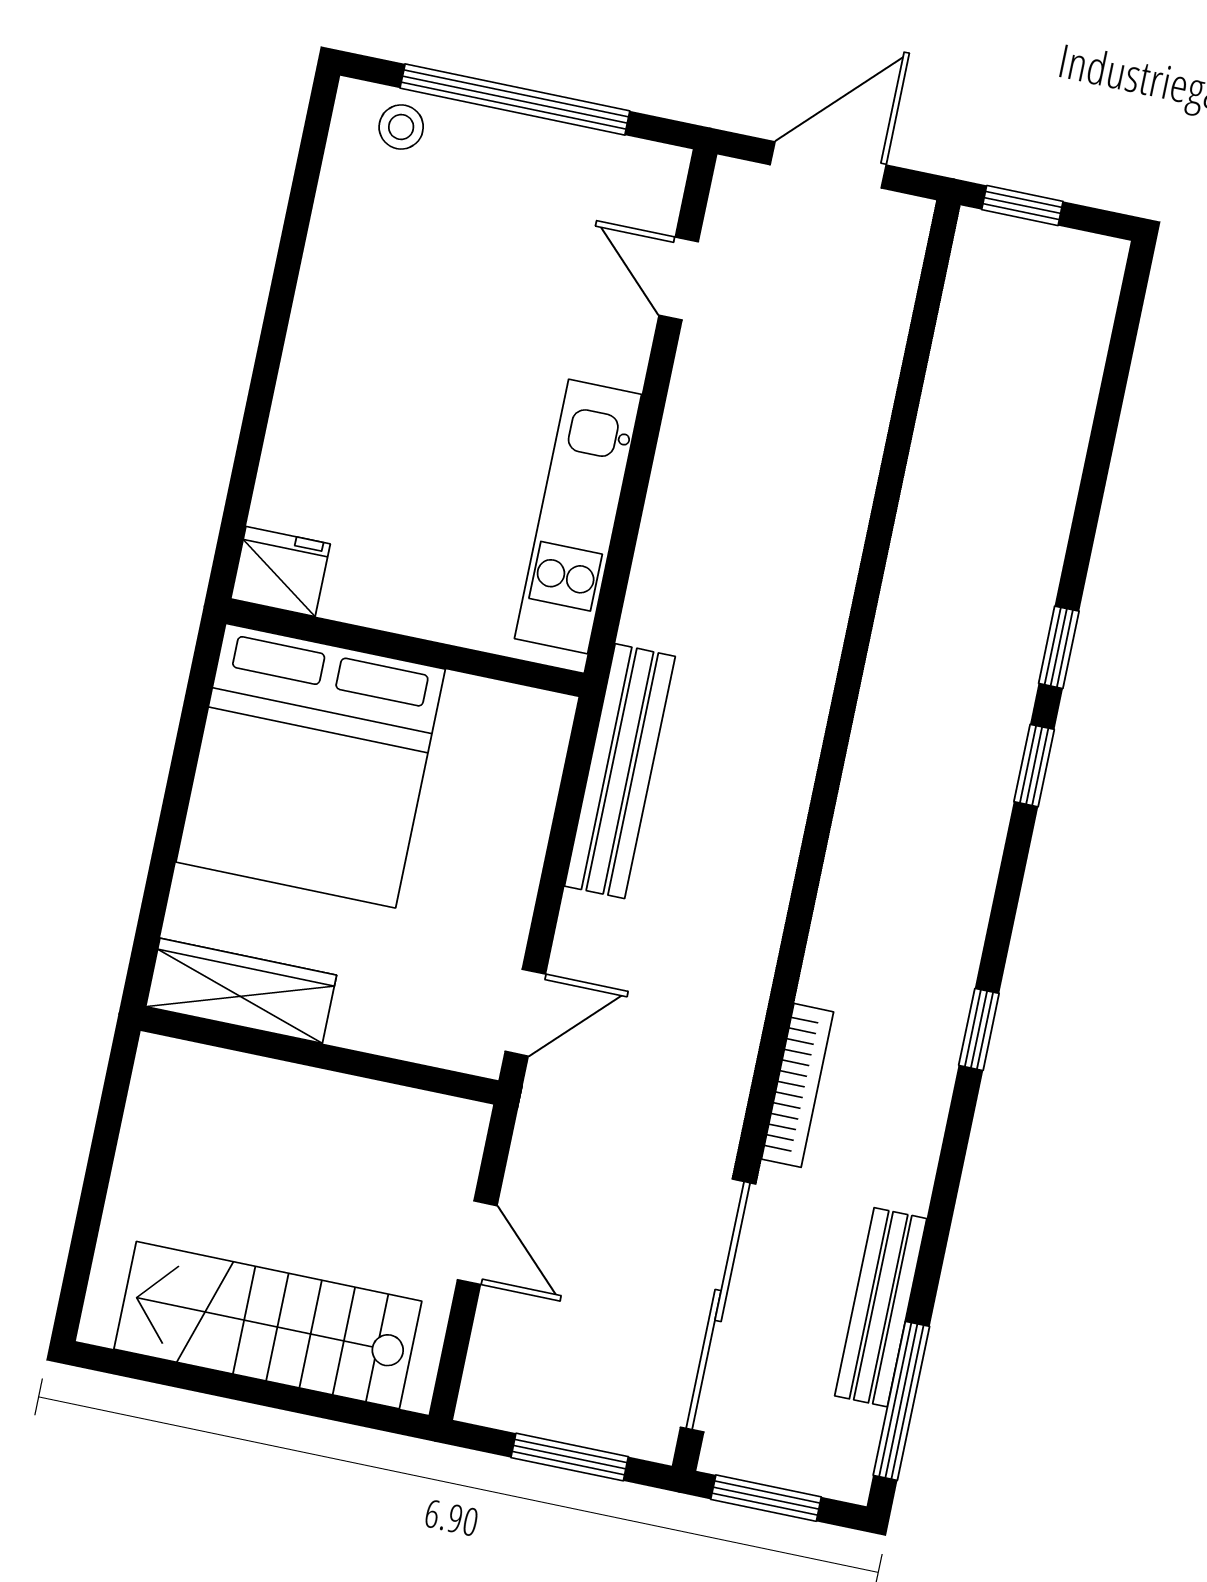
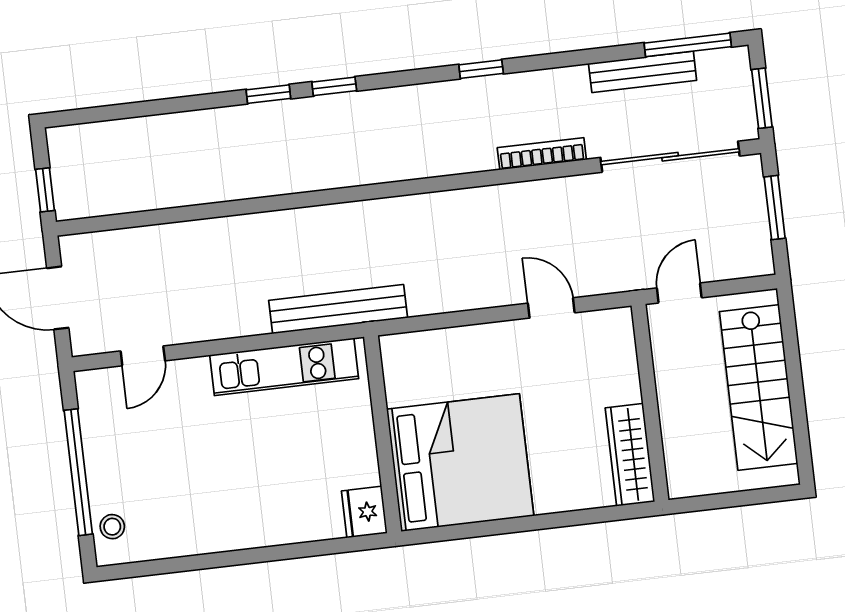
bench: (620, 771) -> (338, 309), moved
wardrobe: (241, 991) -> (630, 455), moved
wall: (319, 1056) -> (650, 403), moved

